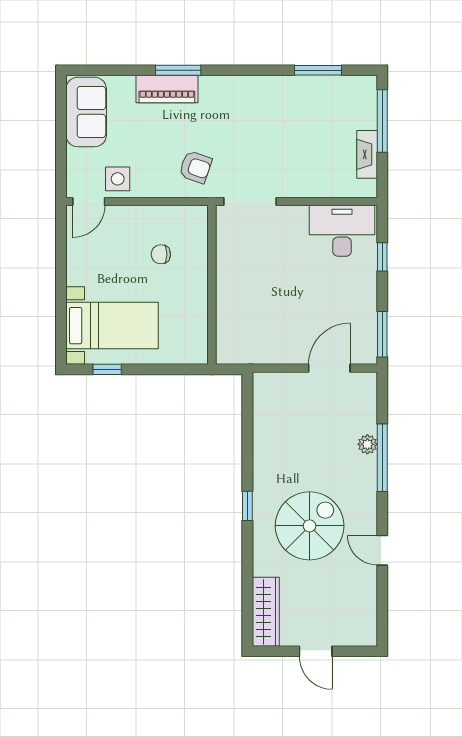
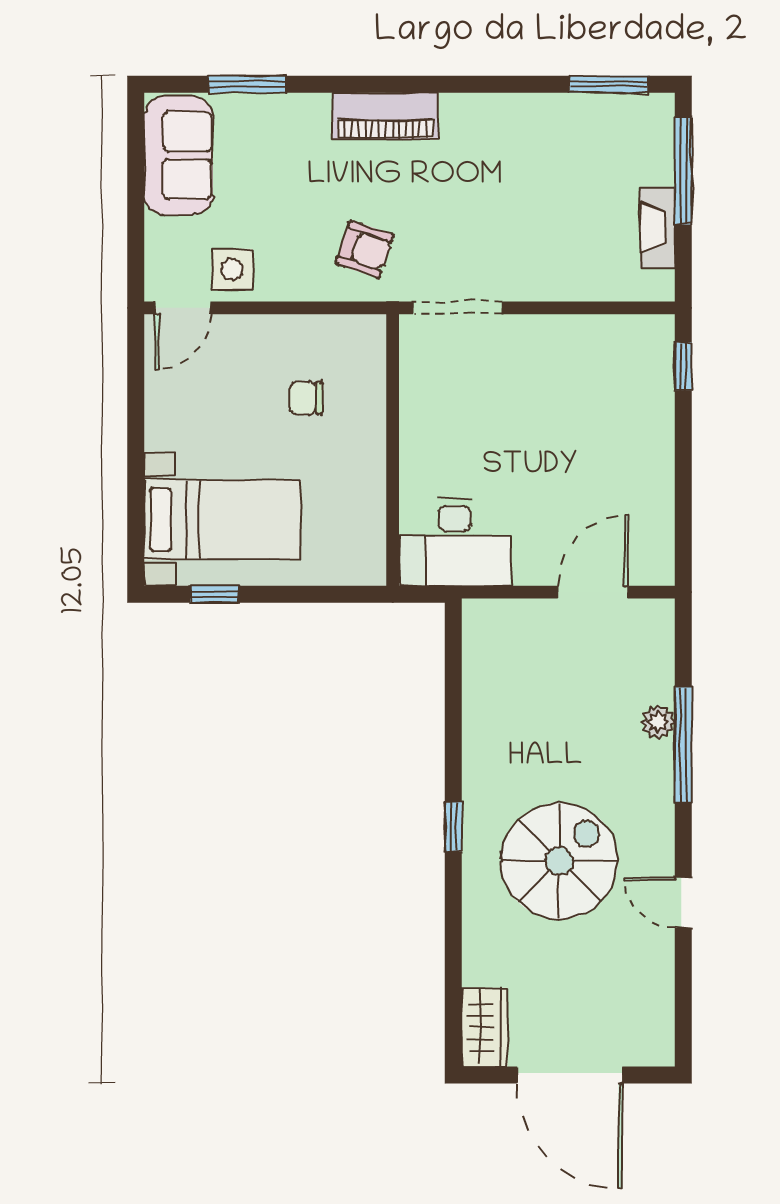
window: (178, 70) -> (247, 84), moved
window: (318, 70) -> (609, 84), moved
piano: (167, 89) -> (385, 116), moved
desk: (342, 231) -> (455, 542), moved, turned 180
window: (382, 257) -> (683, 366), moved
window: (382, 334) -> (683, 534), removed
wardrobe: (266, 612) -> (484, 1027), width x0.67
door: (316, 651) -> (570, 1075), width x1.87

